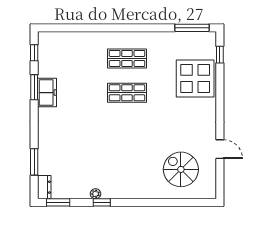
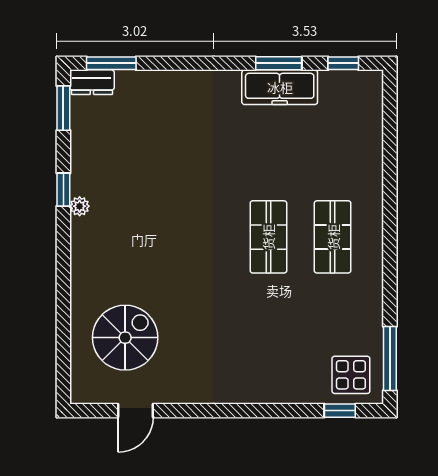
display table: (195, 78) -> (351, 375), moved, width x0.54, depth x0.54
freezer: (47, 93) -> (280, 87), width x1.40
door: (220, 149) -> (136, 411), moved
window: (34, 162) -> (111, 63), moved
plant: (96, 194) -> (80, 206), moved

